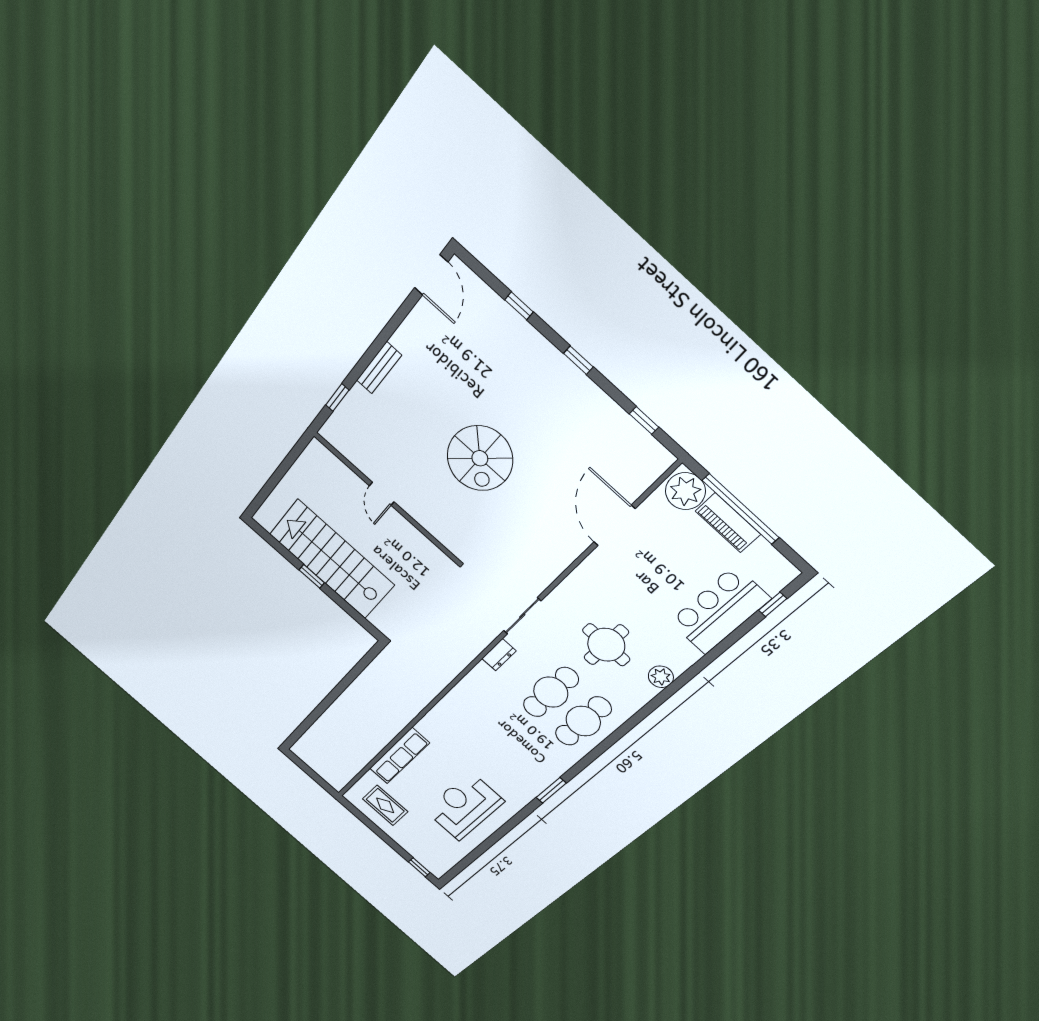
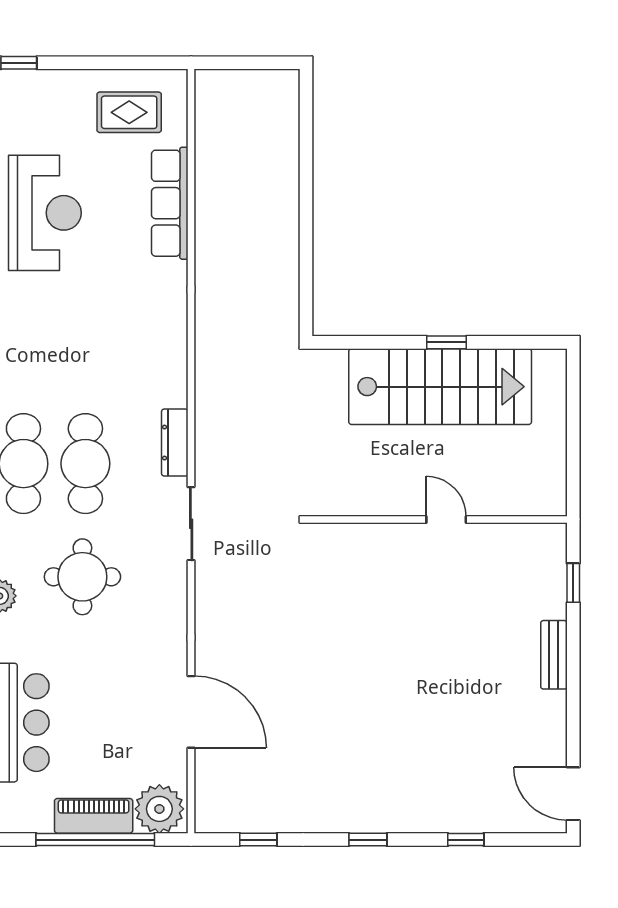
spiral stairs: (480, 458) -> (378, 656), removed
dresser: (499, 655) -> (175, 443), width x1.44

